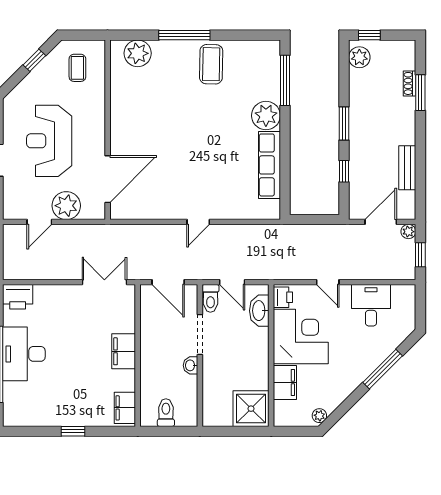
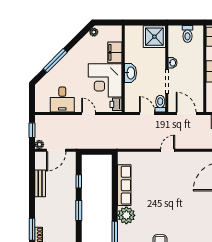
washbasin: (259, 311) -> (130, 73), moved
shower: (251, 409) -> (154, 37), moved

